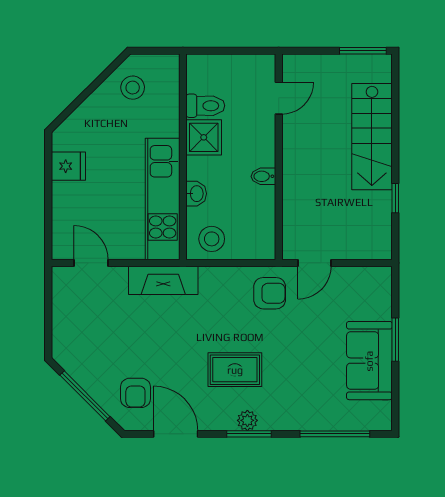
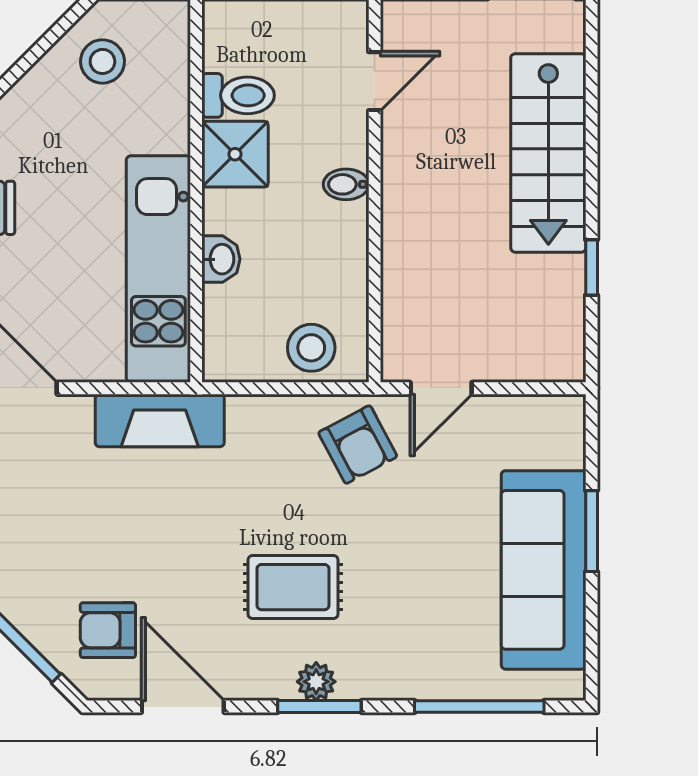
bidet: (263, 176) -> (346, 184), moved
stool: (212, 239) -> (311, 348), moved
armchair: (270, 293) -> (358, 445), turned 62
sofa: (369, 361) -> (544, 570), width x1.36
armchair: (135, 393) -> (108, 630), turned 90

